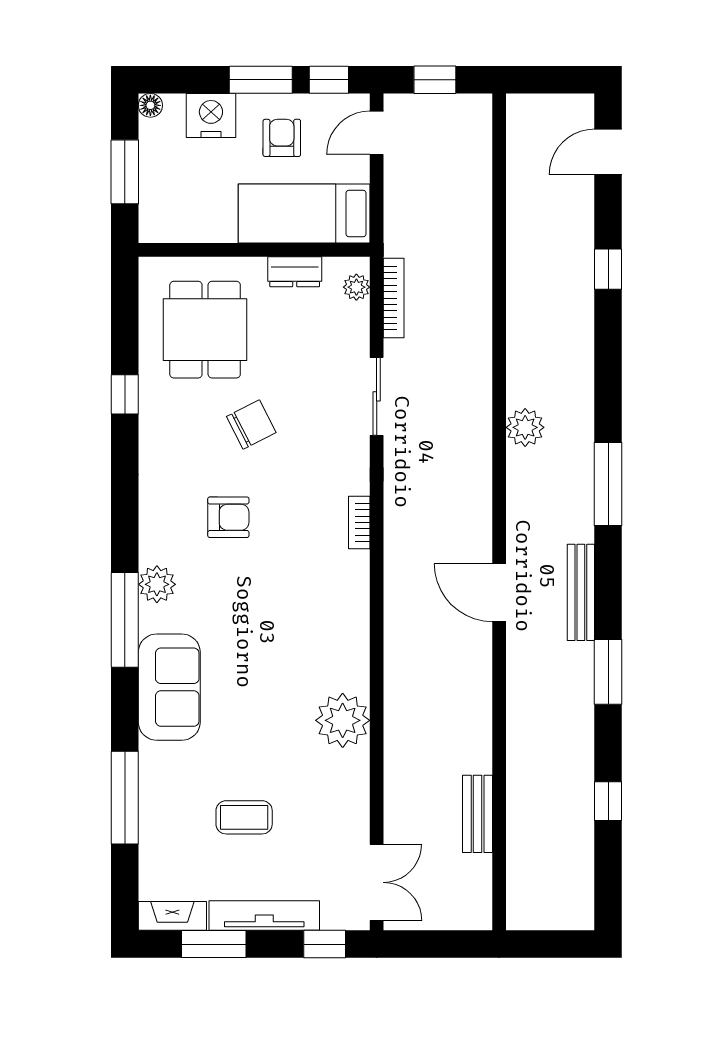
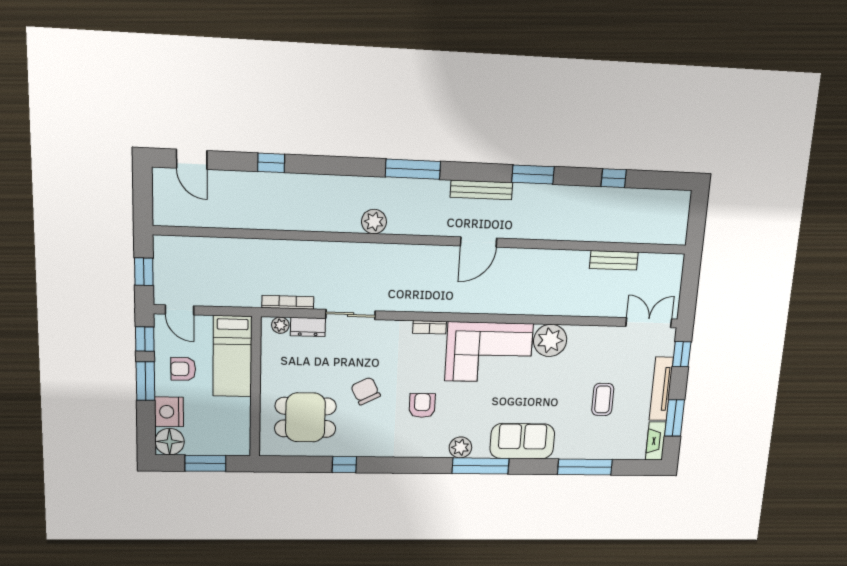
floor lamp: (150, 105) -> (170, 442), width x1.89, depth x1.89
dresser: (295, 272) -> (308, 327), moved, turned 90
corner sofa: (320, 621) -> (489, 352), added

